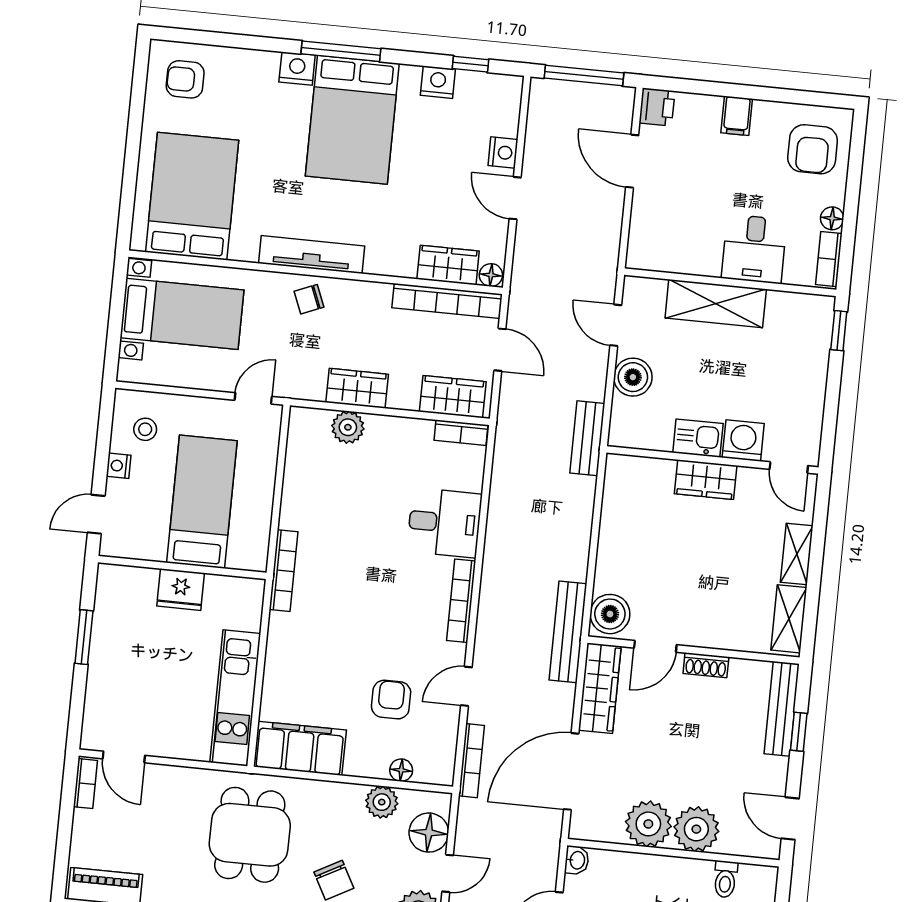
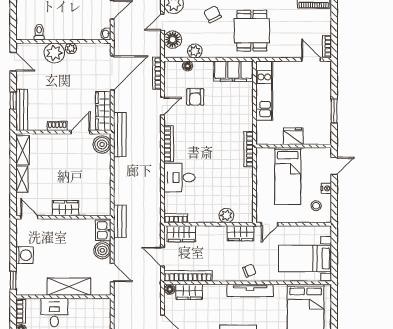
wardrobe: (357, 388) -> (240, 233), moved
kitchen sink: (698, 438) -> (103, 230), moved, turned 90
washing machine: (743, 441) -> (24, 255), moved, turned -90
plant: (648, 824) -> (71, 48), width x0.53, depth x0.53

